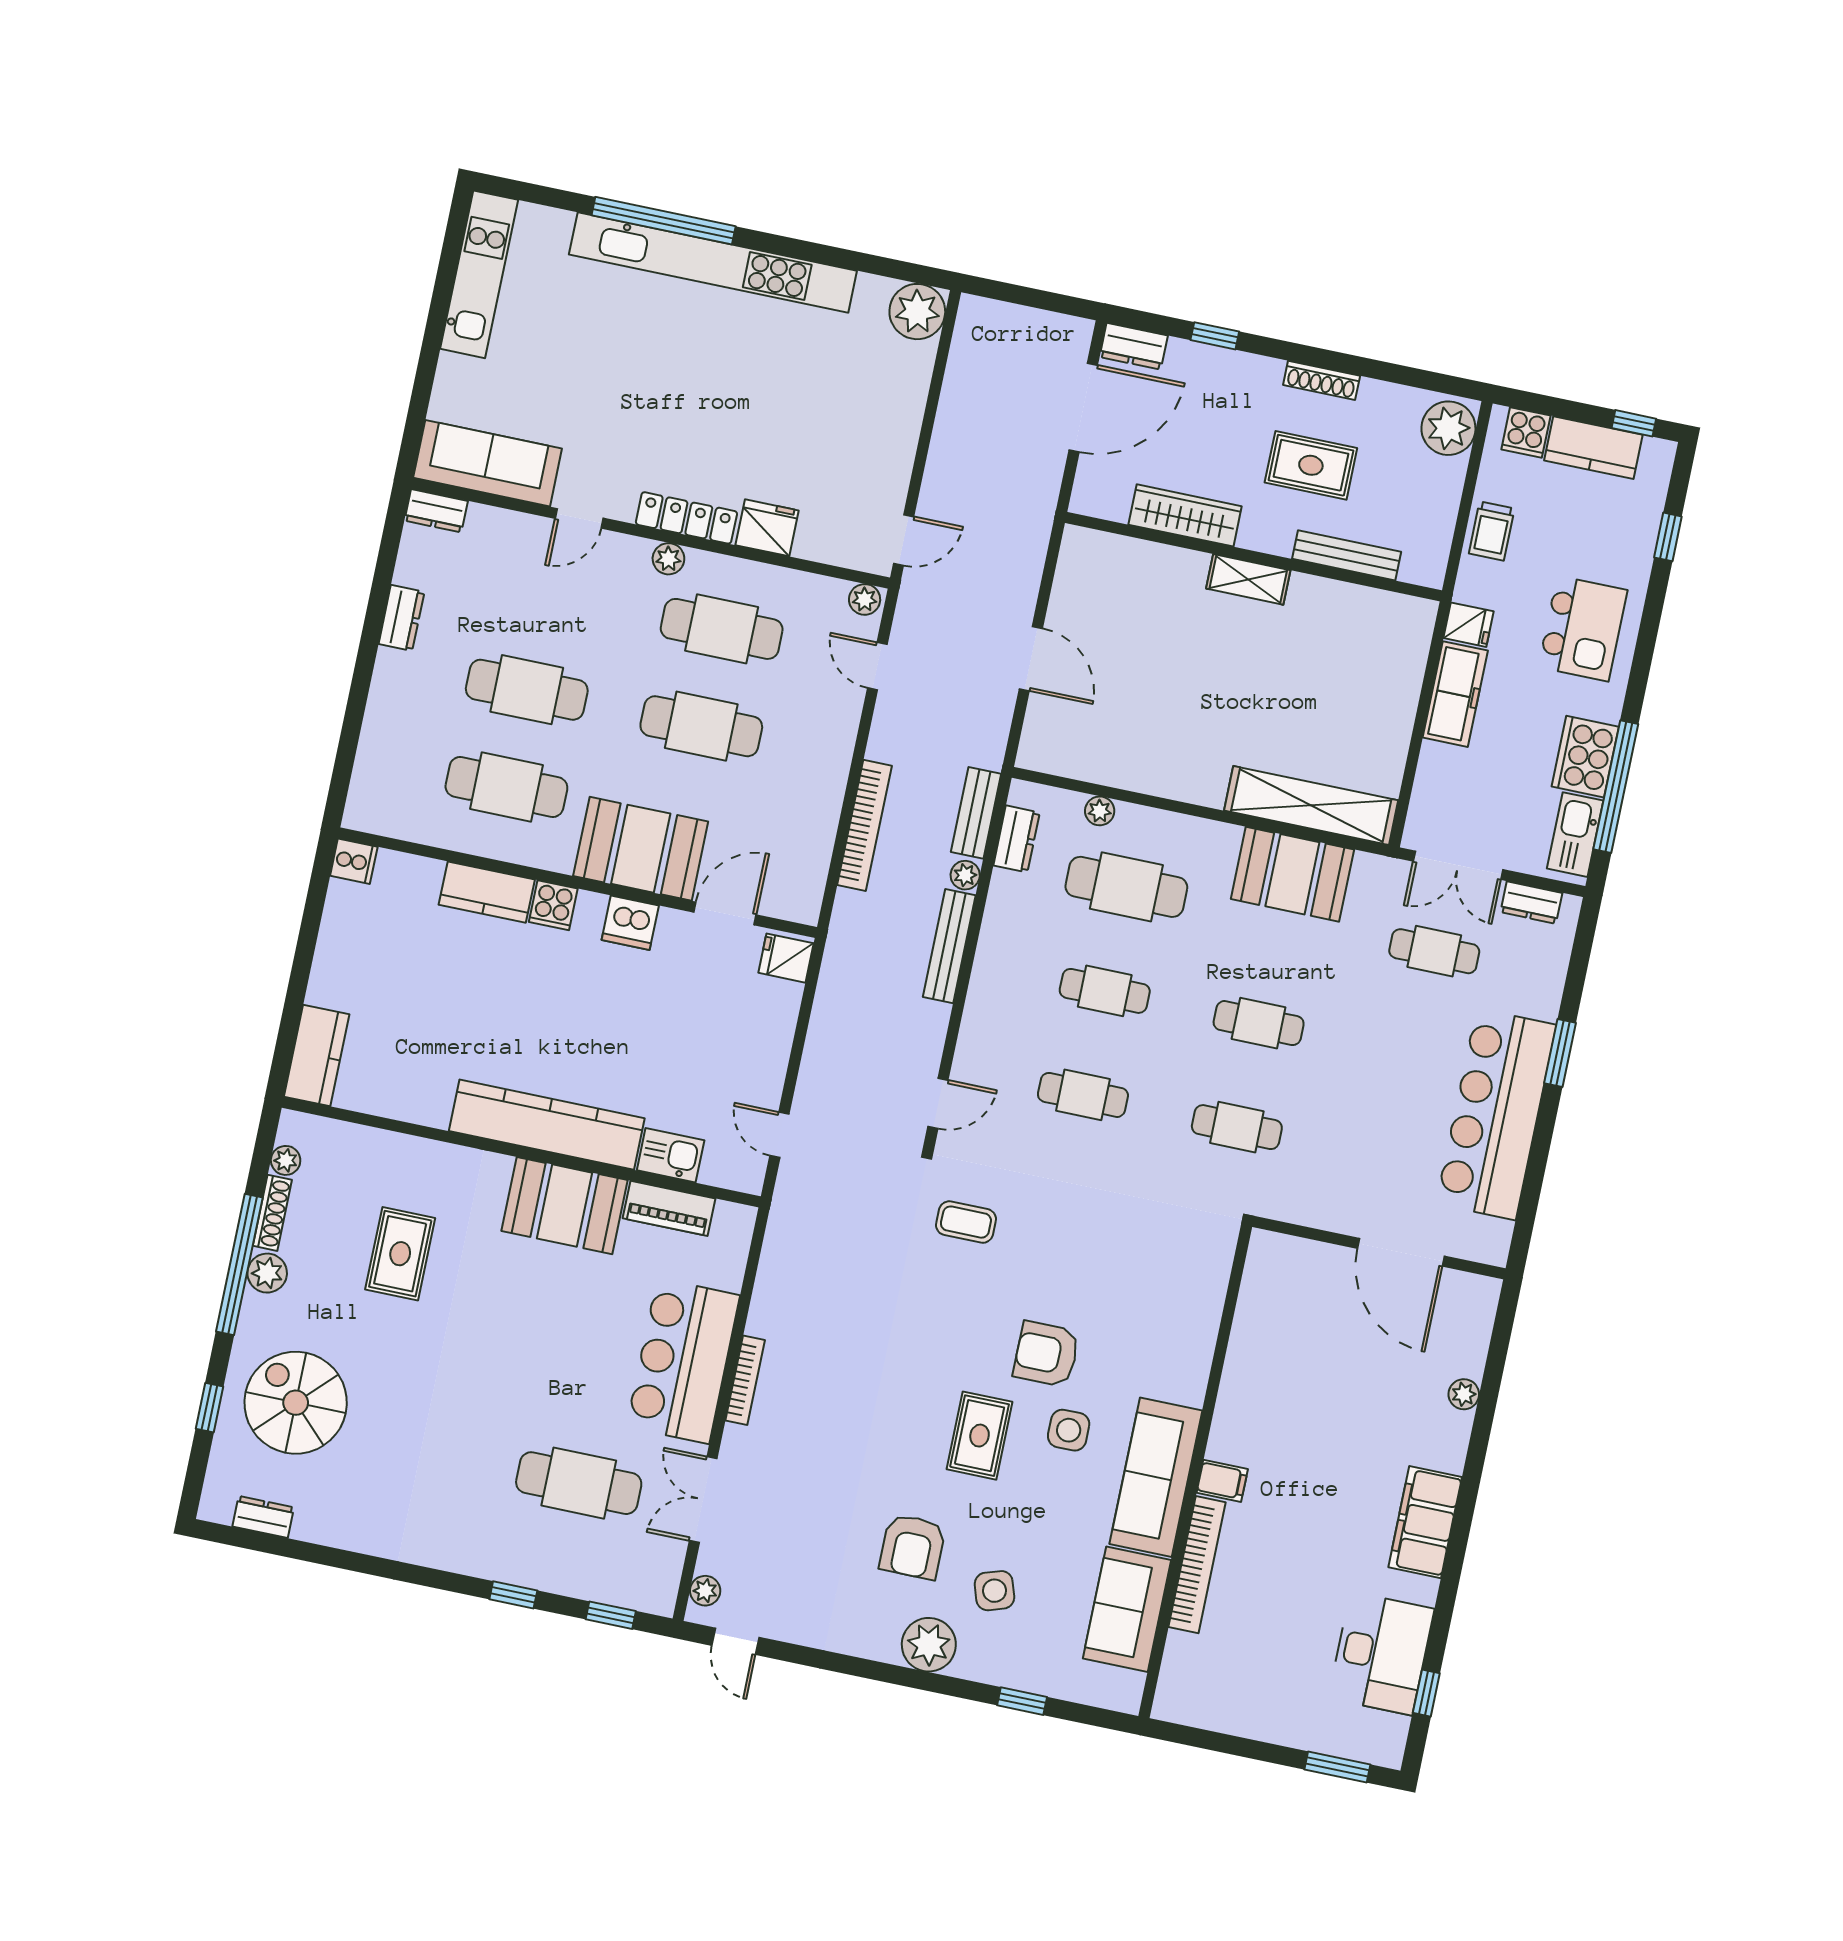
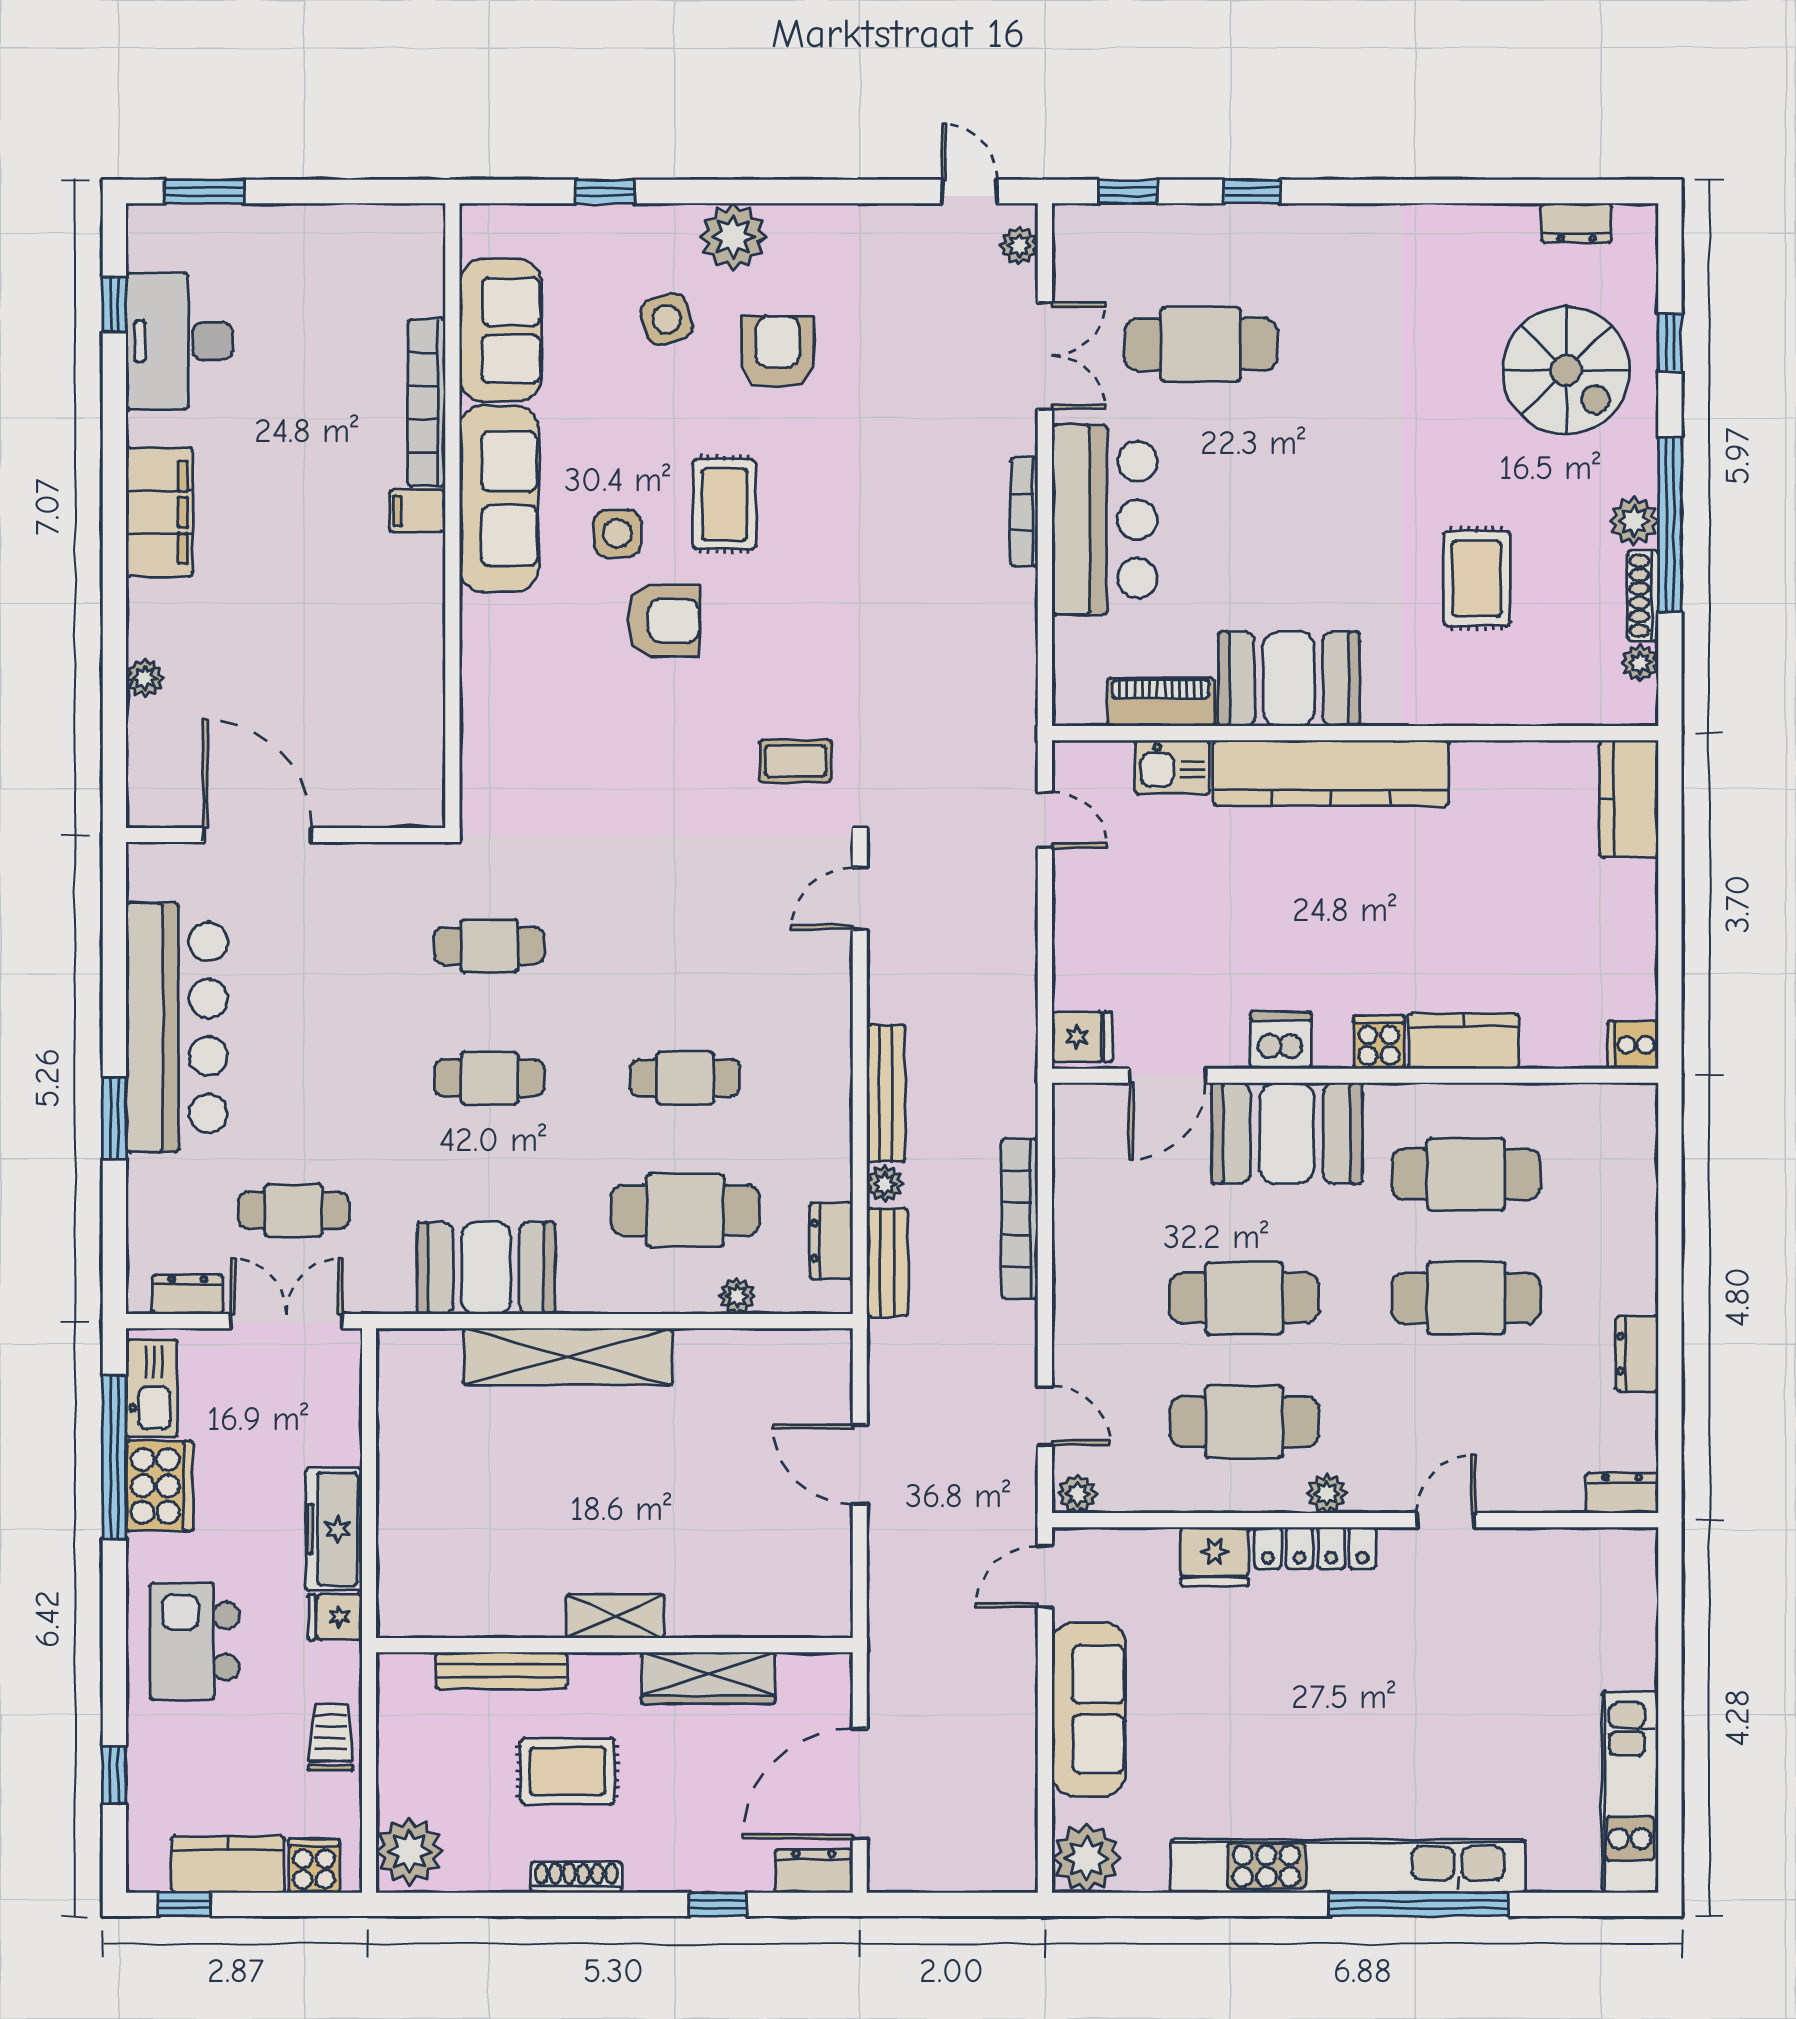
sofa: (488, 463) -> (1089, 1709), moved, turned -90
shelving: (1311, 805) -> (568, 1357), moved
cafe table: (1083, 1095) -> (685, 946), removed

